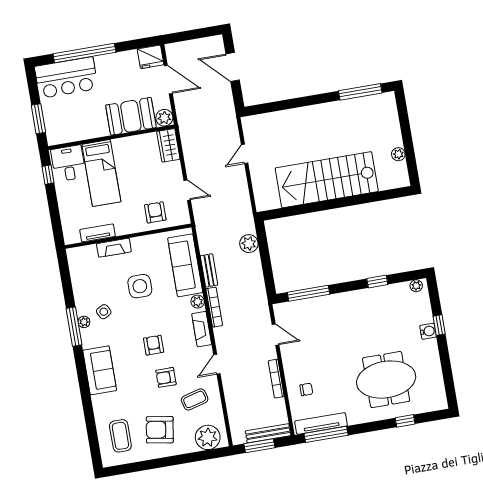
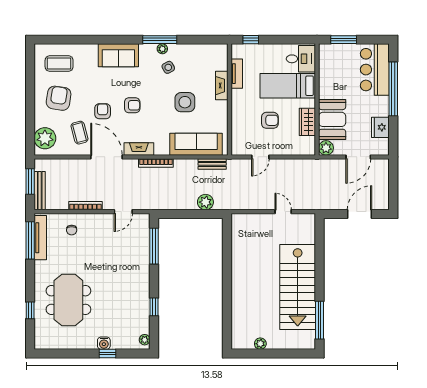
fridge: (151, 57) -> (380, 127), moved
wardrobe: (168, 145) -> (307, 122), moved, turned -90
window: (48, 175) -> (251, 40), moved
stairs: (327, 180) -> (298, 287), moved, turned 180
armchair: (155, 212) -> (270, 120), moved
bench: (209, 270) -> (212, 164), moved
plant: (198, 302) -> (163, 150), removed
door: (217, 364) -> (106, 157), width x1.88

